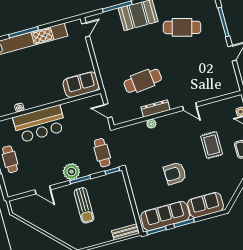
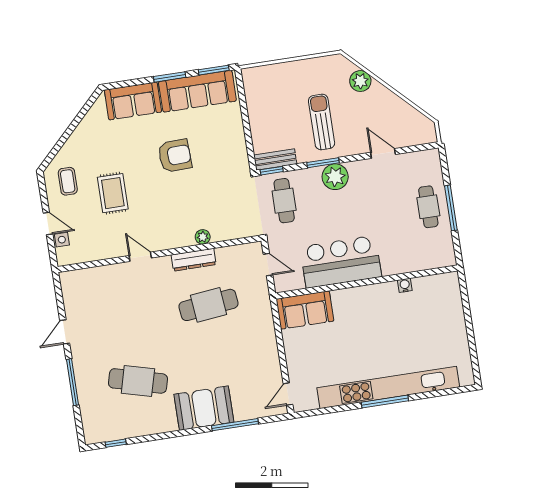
bar counter: (40, 124) -> (341, 262), moved
bench: (126, 232) -> (275, 159), moved
plant: (62, 234) -> (360, 81), added

